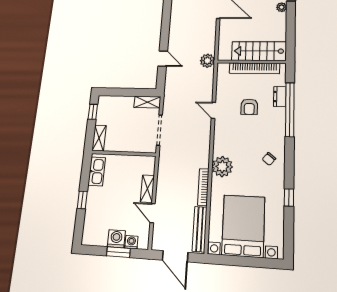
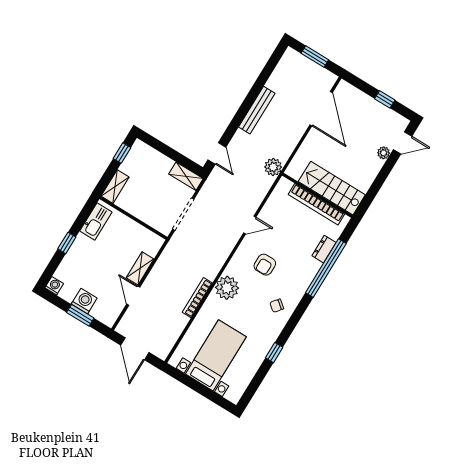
door: (163, 59) -> (217, 153), moved
armchair: (249, 107) -> (265, 265), moved
door: (213, 110) -> (250, 225), swing flipped
bed with nightstands: (243, 226) -> (216, 355), width x0.73
bench: (200, 229) -> (257, 110), moved
washing machine: (131, 242) -> (54, 286), moved

